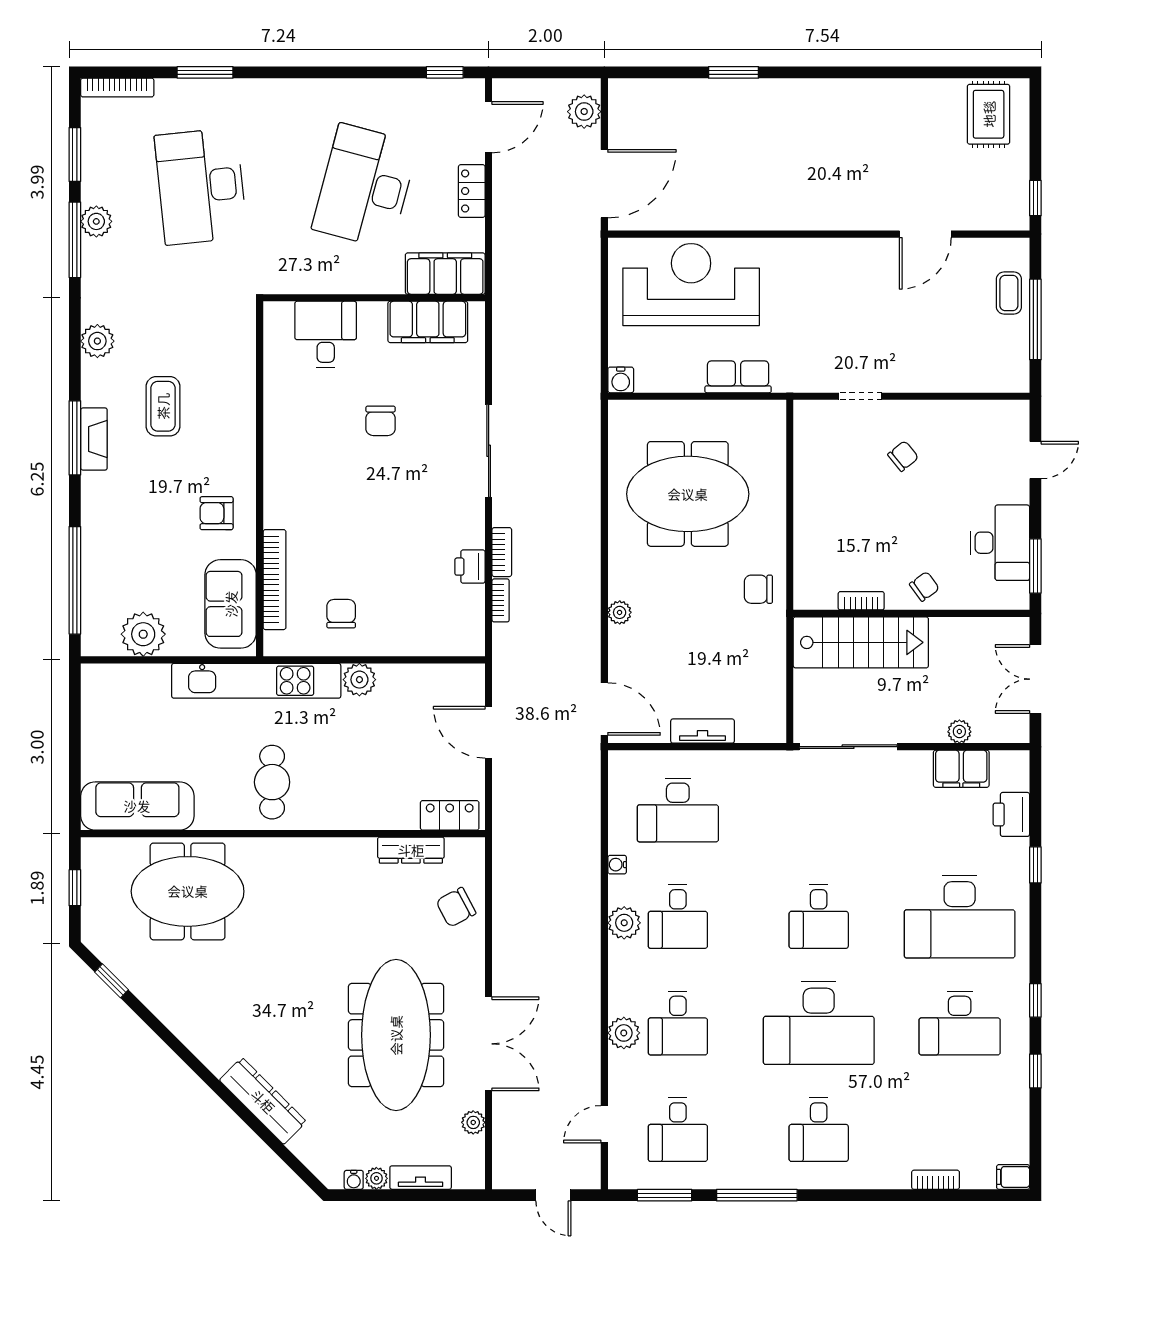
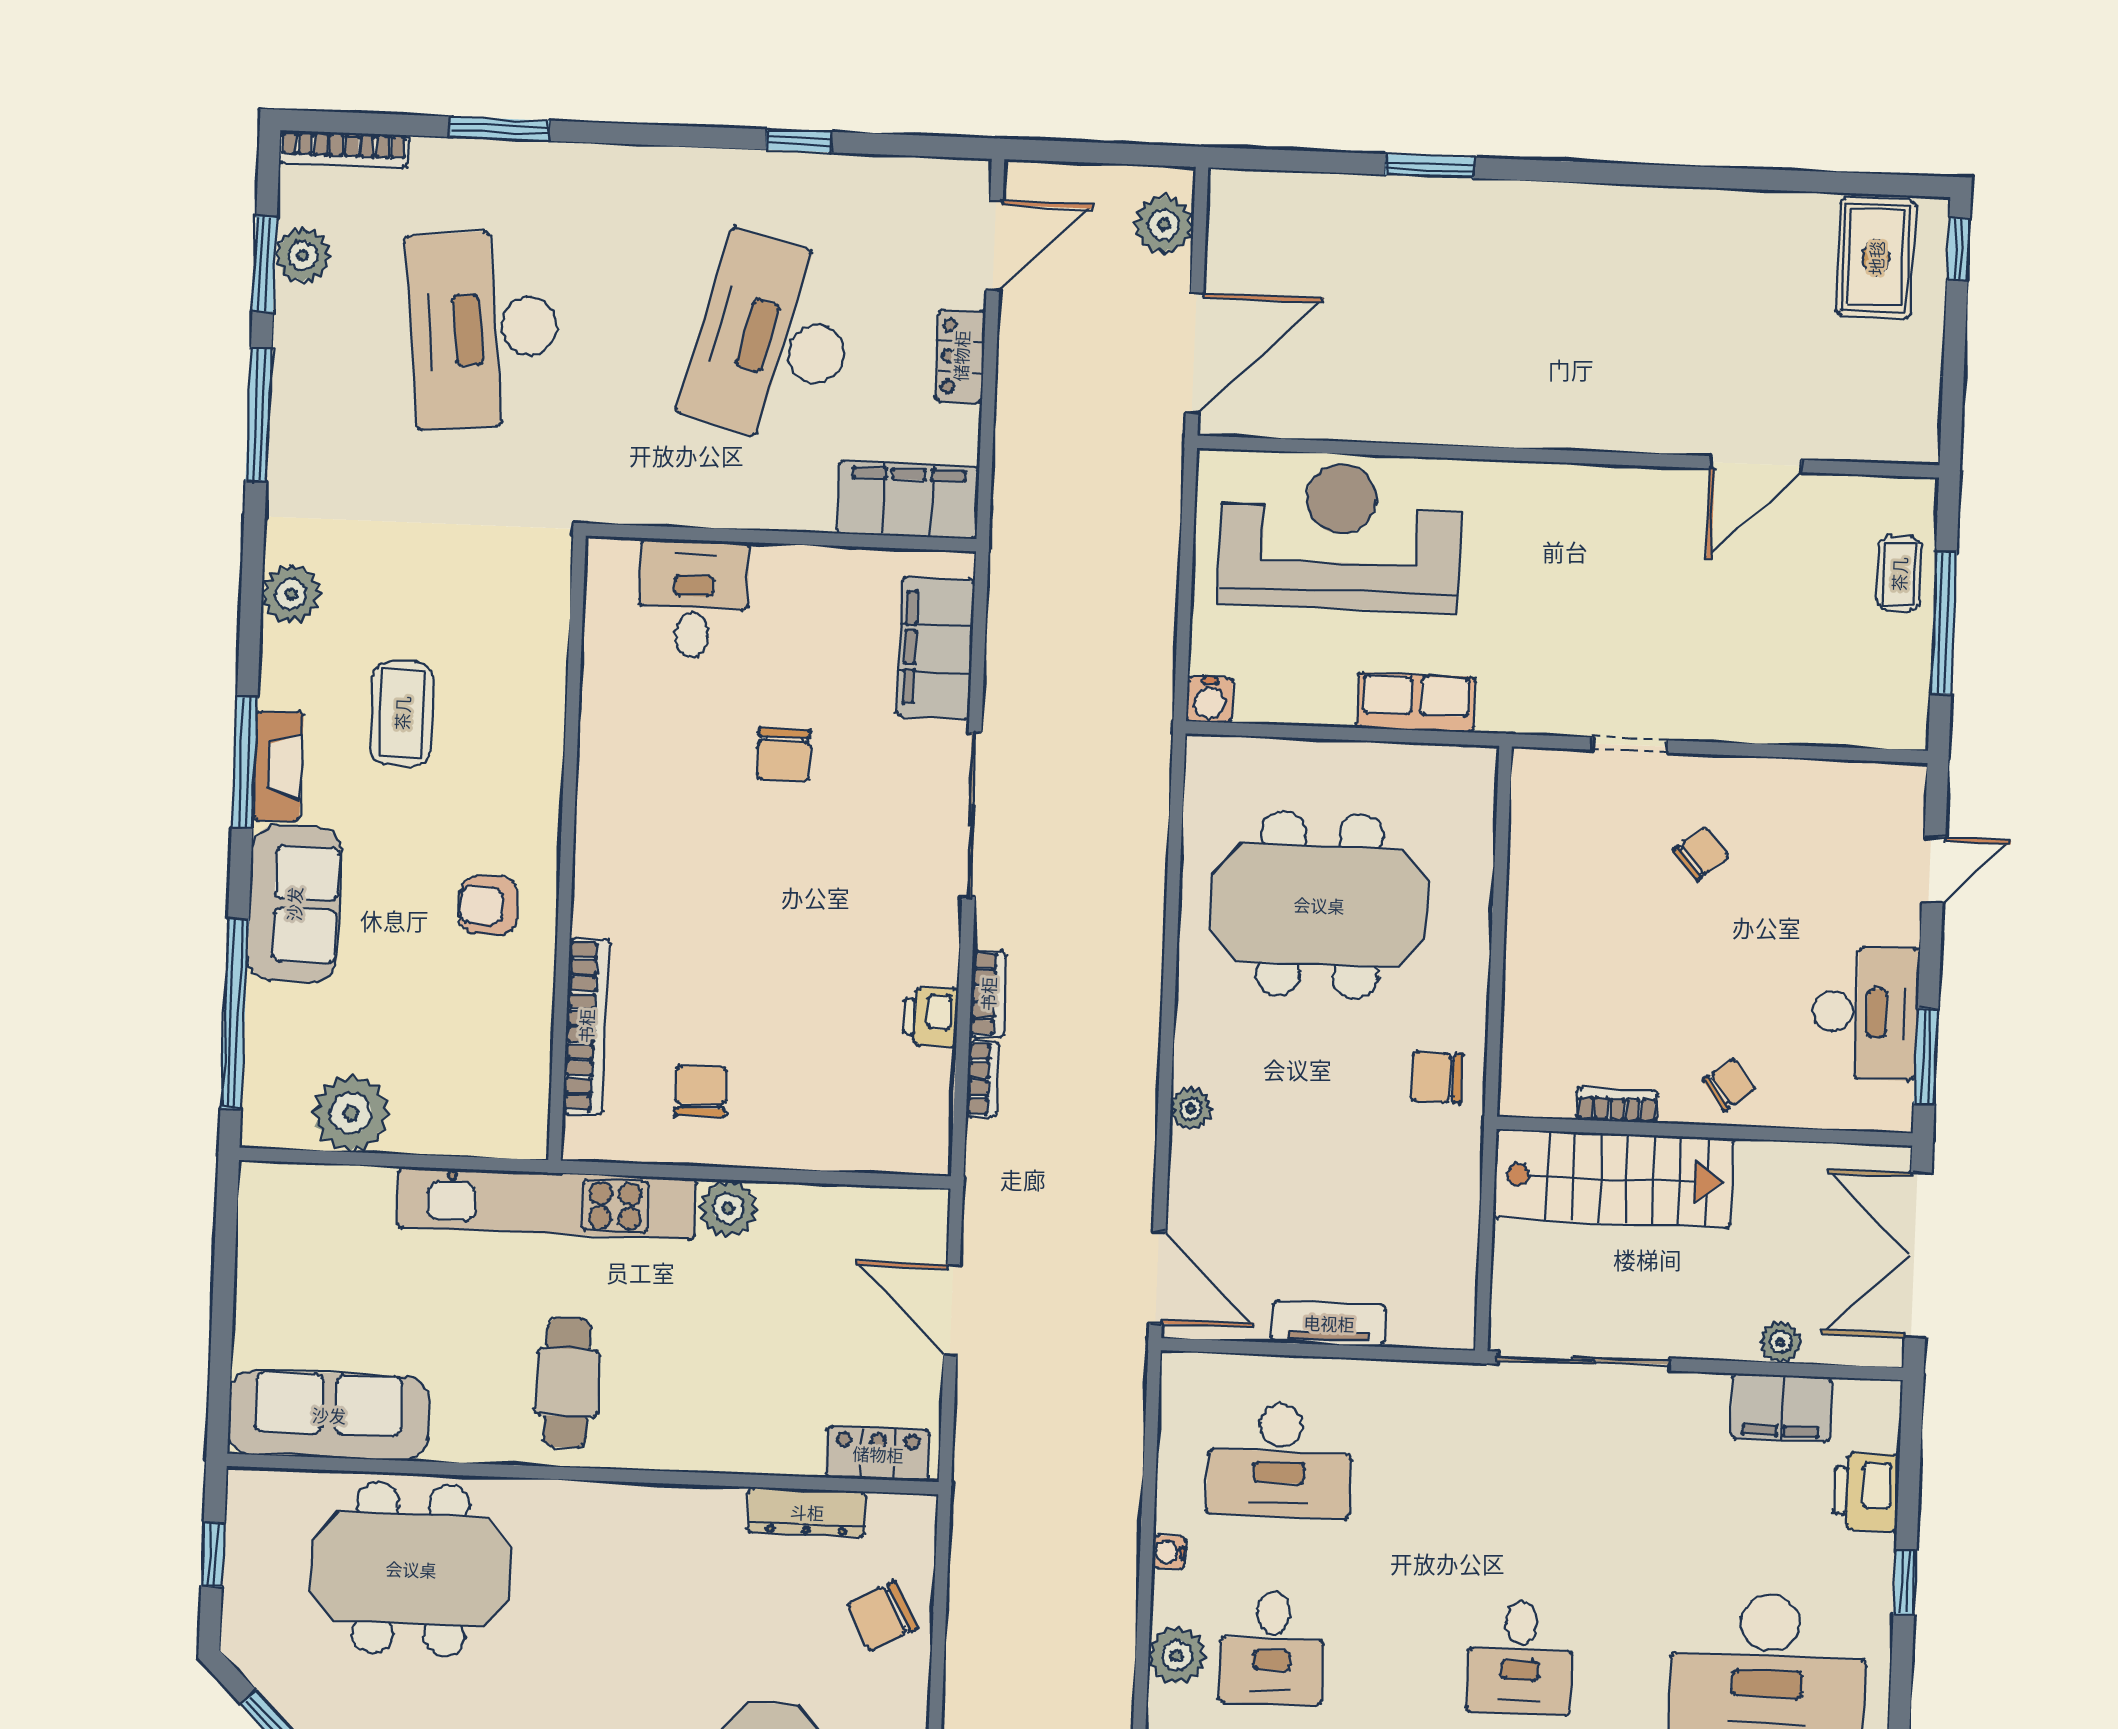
window: (445, 72) -> (799, 141), moved
window: (1035, 198) -> (1959, 249), moved
plant: (96, 221) -> (303, 256), moved
filing cabinet: (428, 322) -> (936, 648), moved, turned 90
sofa: (231, 604) -> (294, 904), moved, turned 180
double door: (1035, 679) -> (1918, 1255), width x1.37

